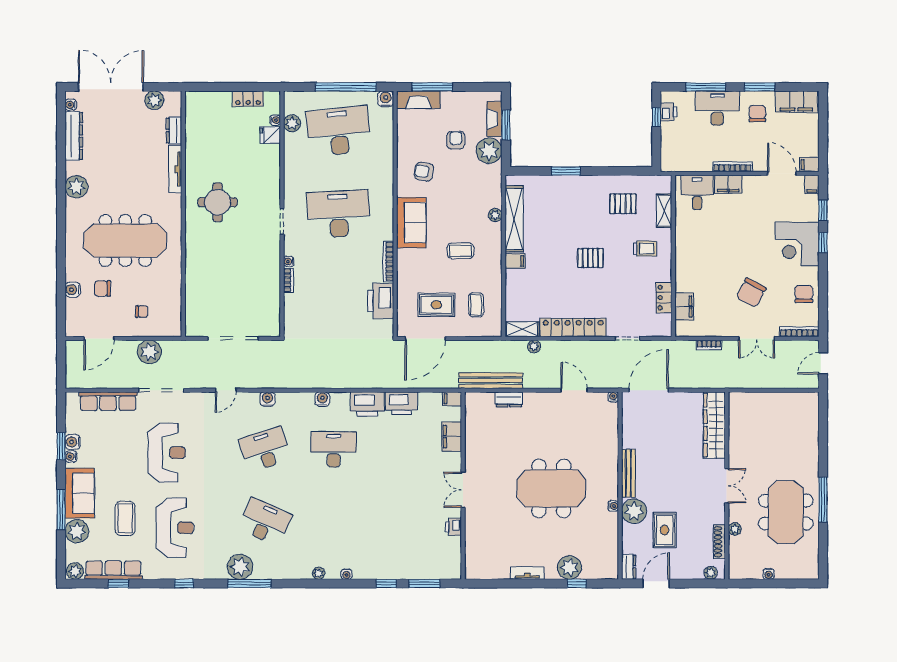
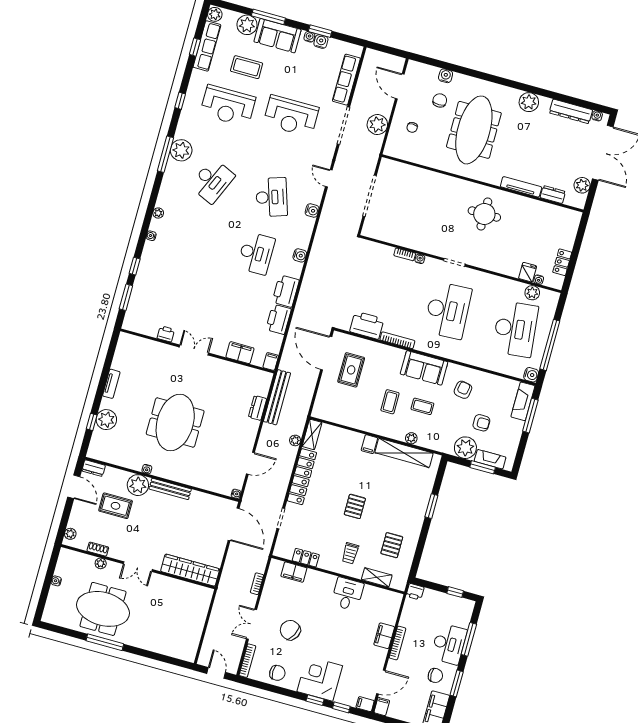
printer: (669, 112) -> (415, 592), moved
desk: (697, 192) -> (347, 594), moved, turned -90
coffee table: (476, 305) -> (422, 406), moved
shoe rack: (719, 542) -> (98, 549), width x0.70

